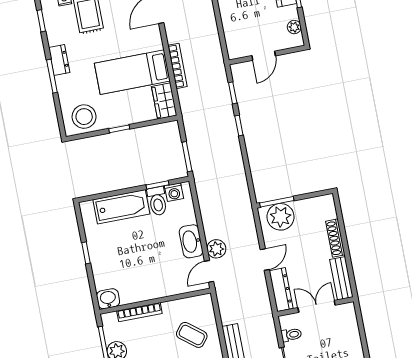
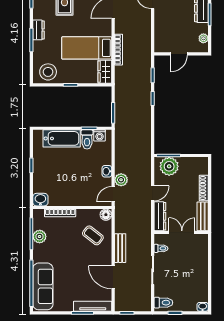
washbasin: (191, 241) -> (107, 171), width x0.52, depth x0.69
floor lamp: (204, 302) -> (106, 215), added

